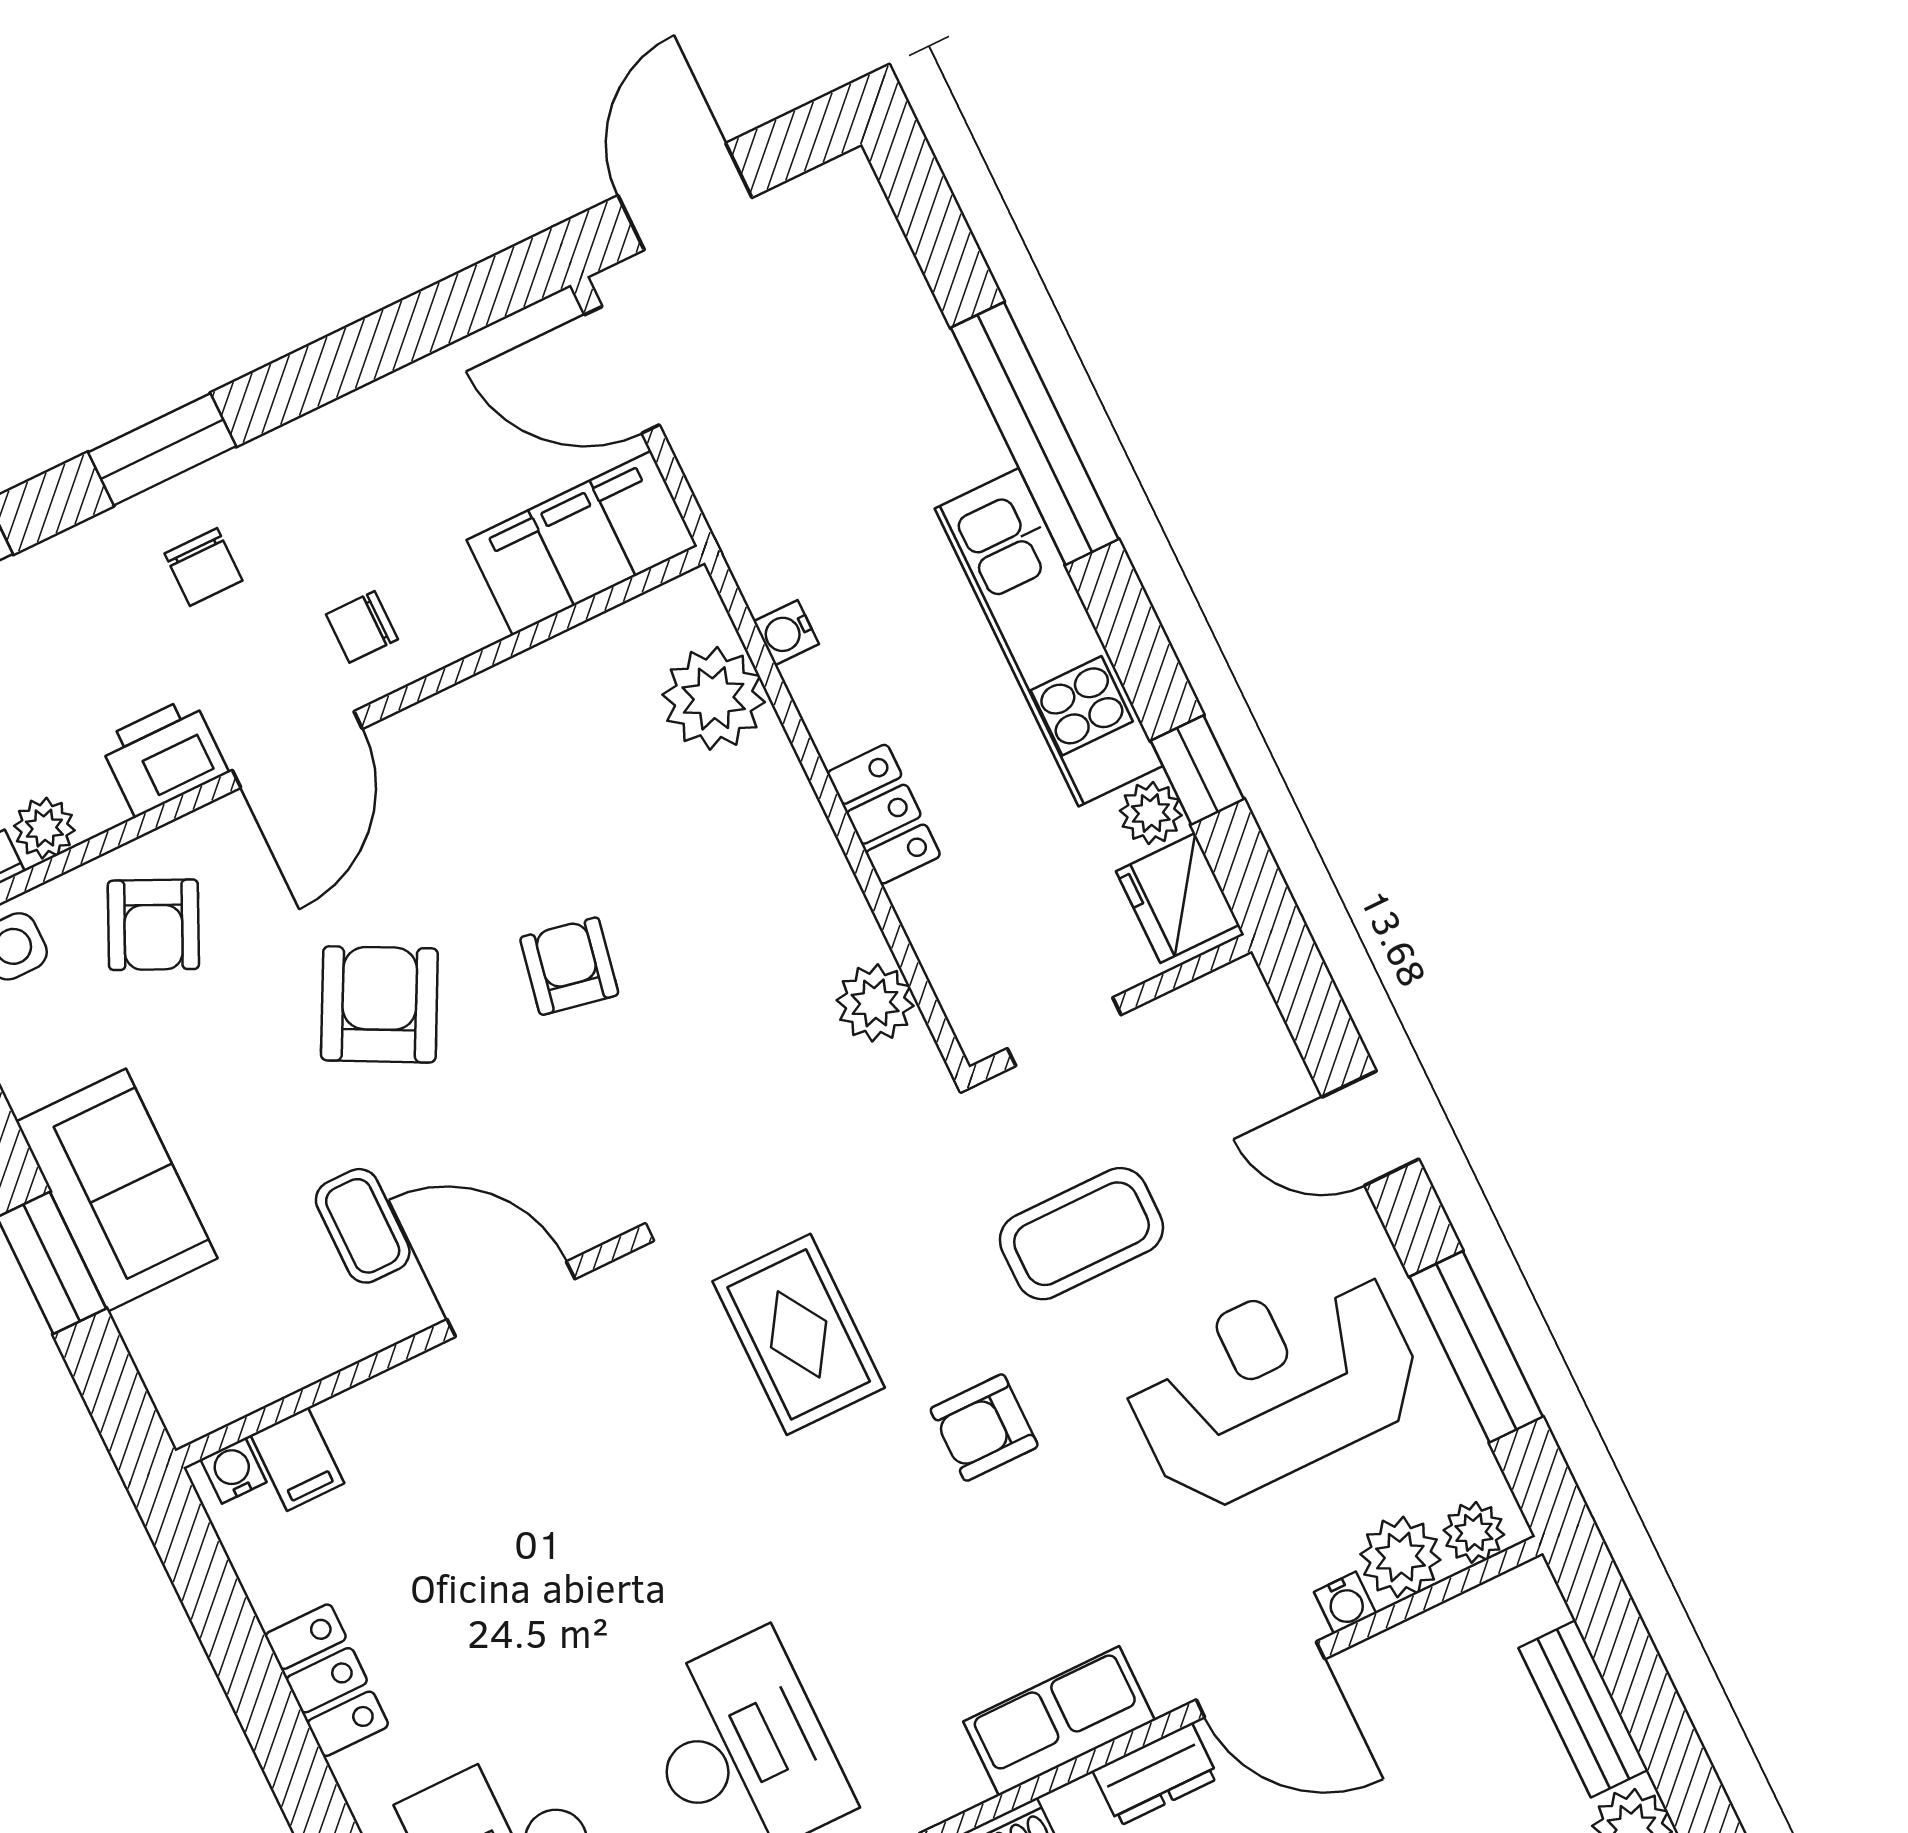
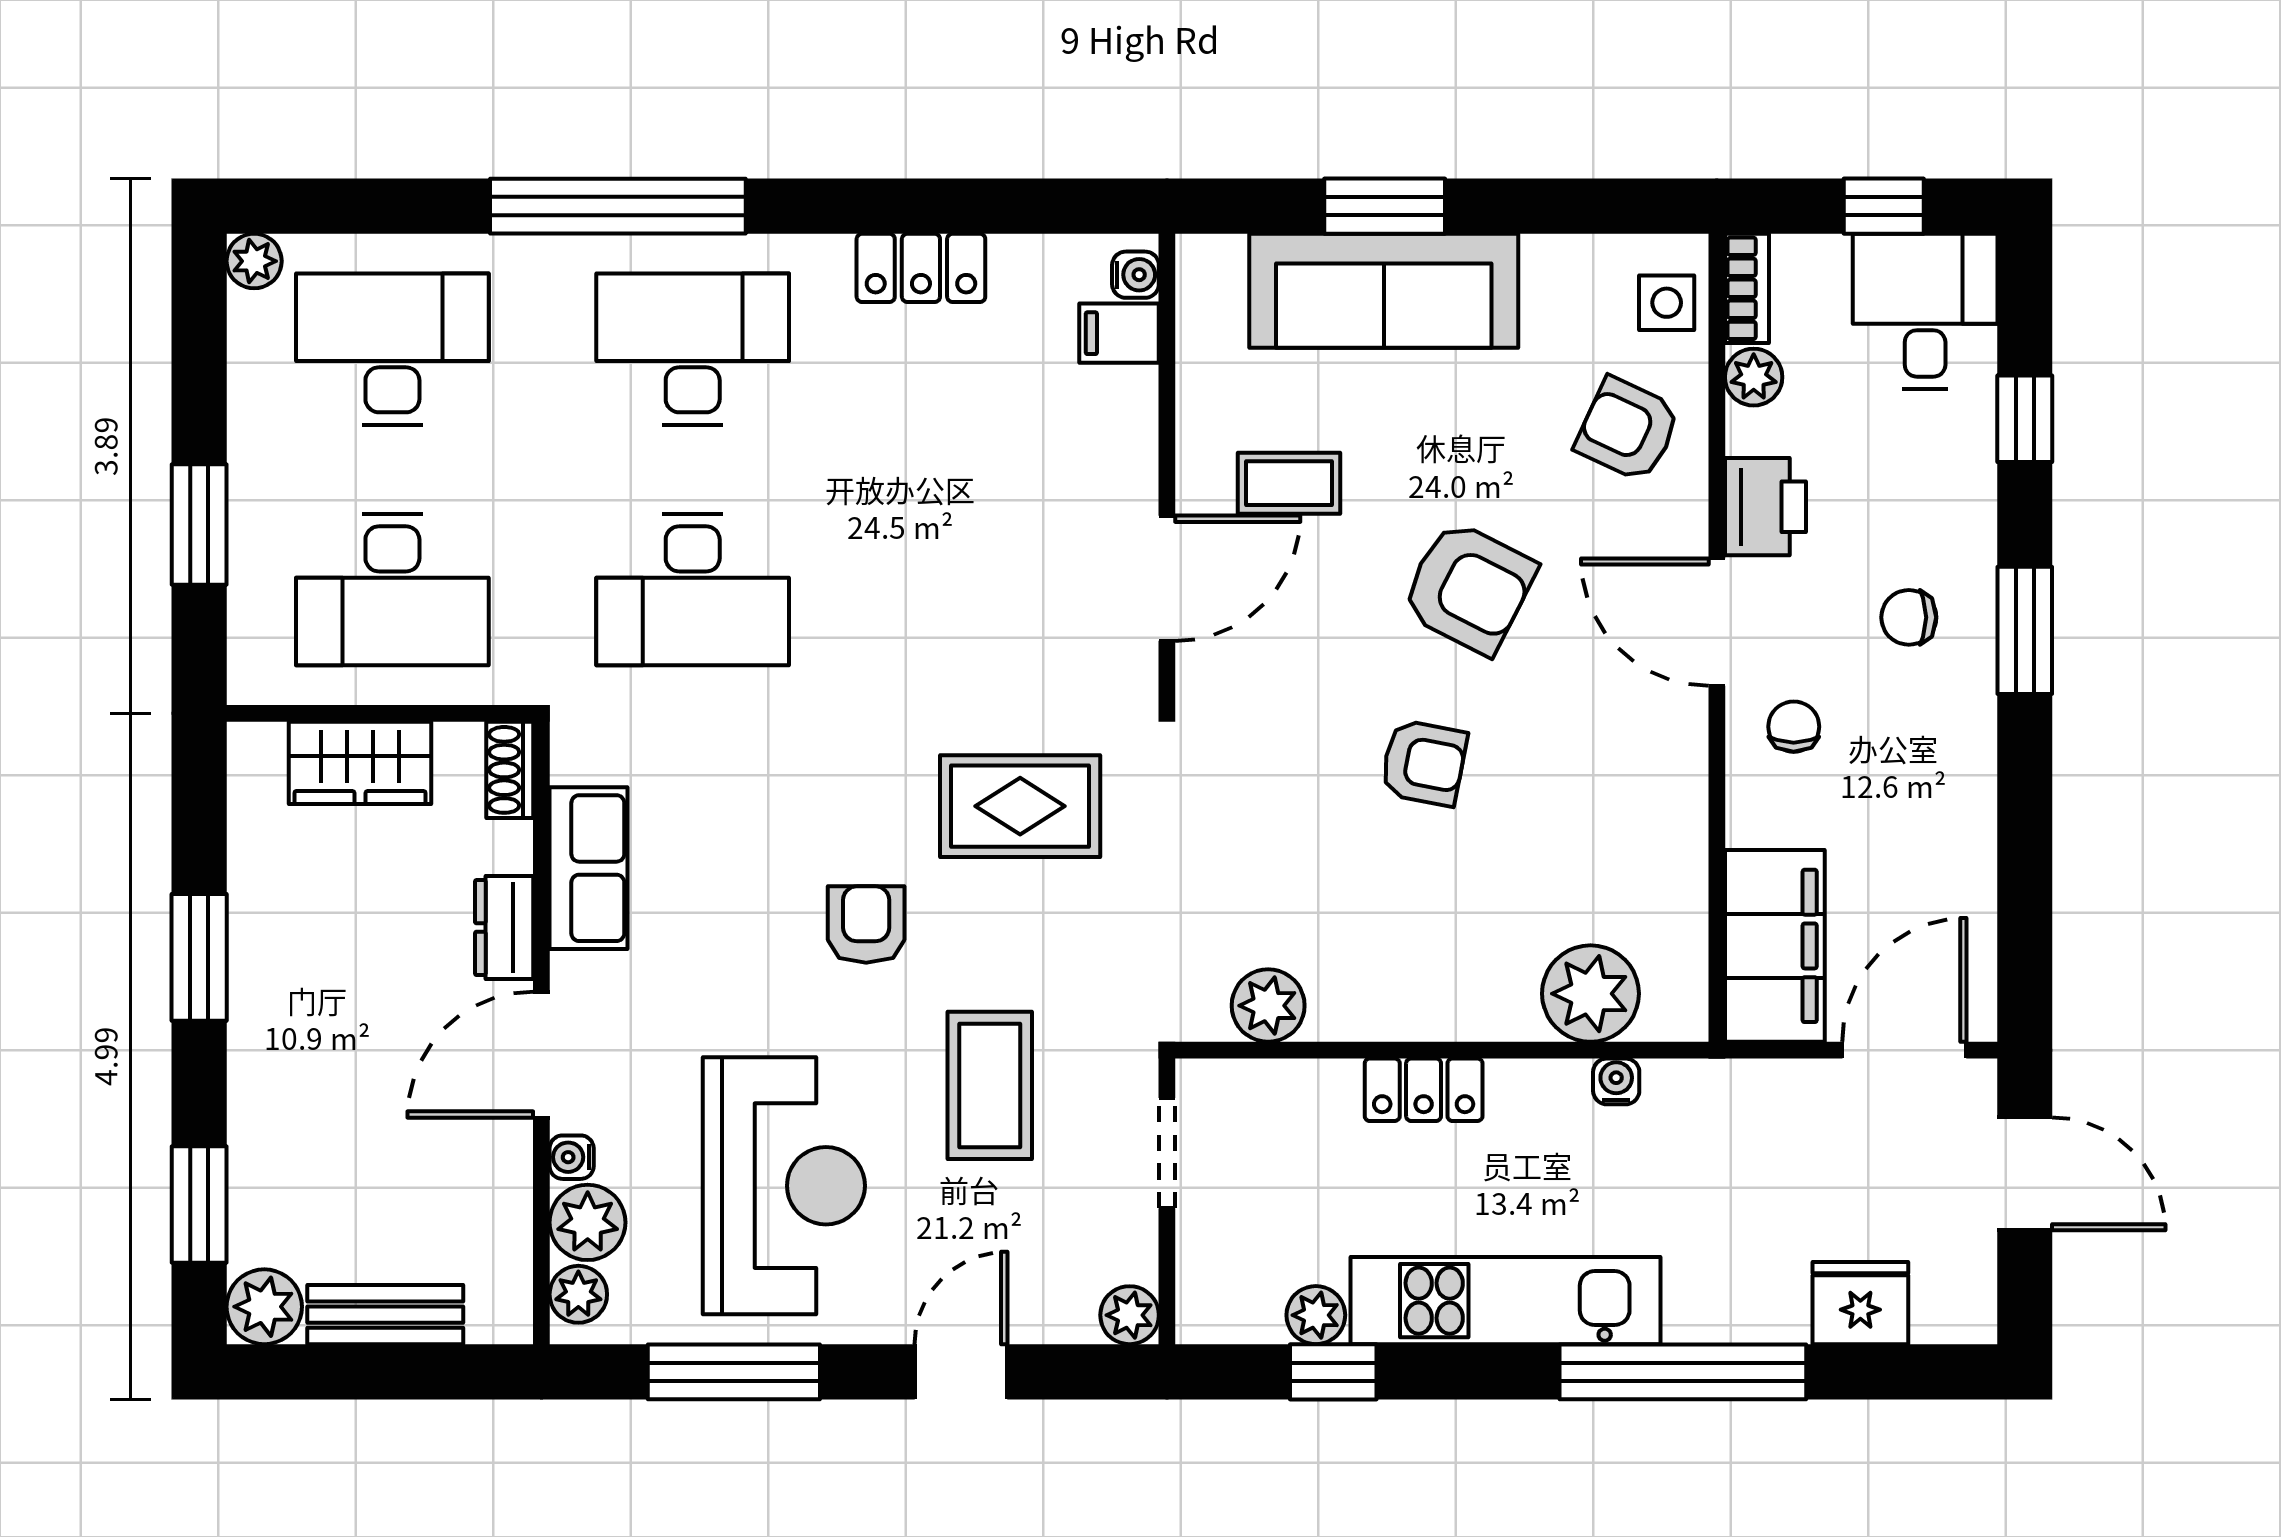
fridge: (1178, 898) -> (1860, 1303), moved
plant: (1238, 992) -> (1130, 1315), added
sofa: (117, 1190) -> (1384, 291), width x1.36

